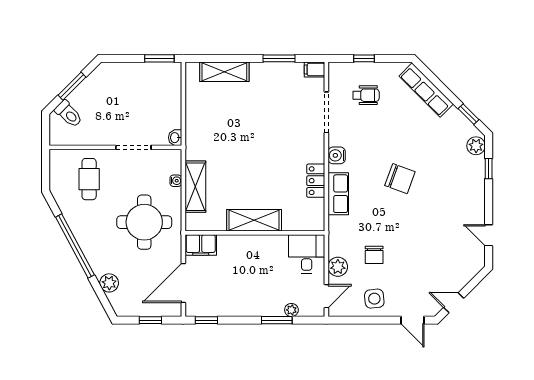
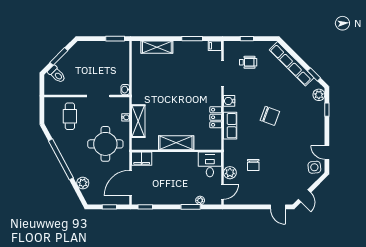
row of seats: (426, 90) -> (292, 64), width x1.36
side table: (374, 299) -> (314, 167), moved
door: (454, 303) -> (304, 196), swing flipped

